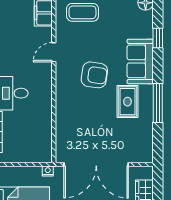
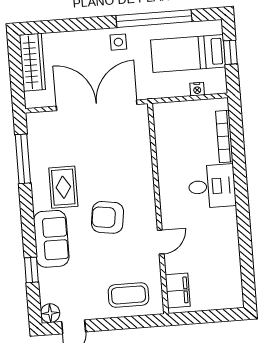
window: (158, 103) -> (23, 159), moved
nightstand: (48, 171) -> (197, 89), moved

